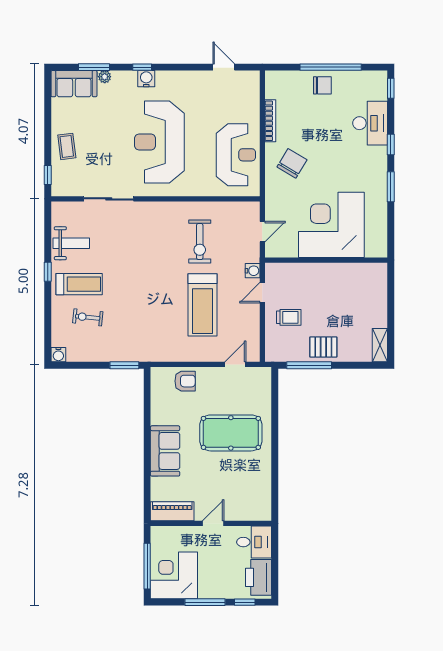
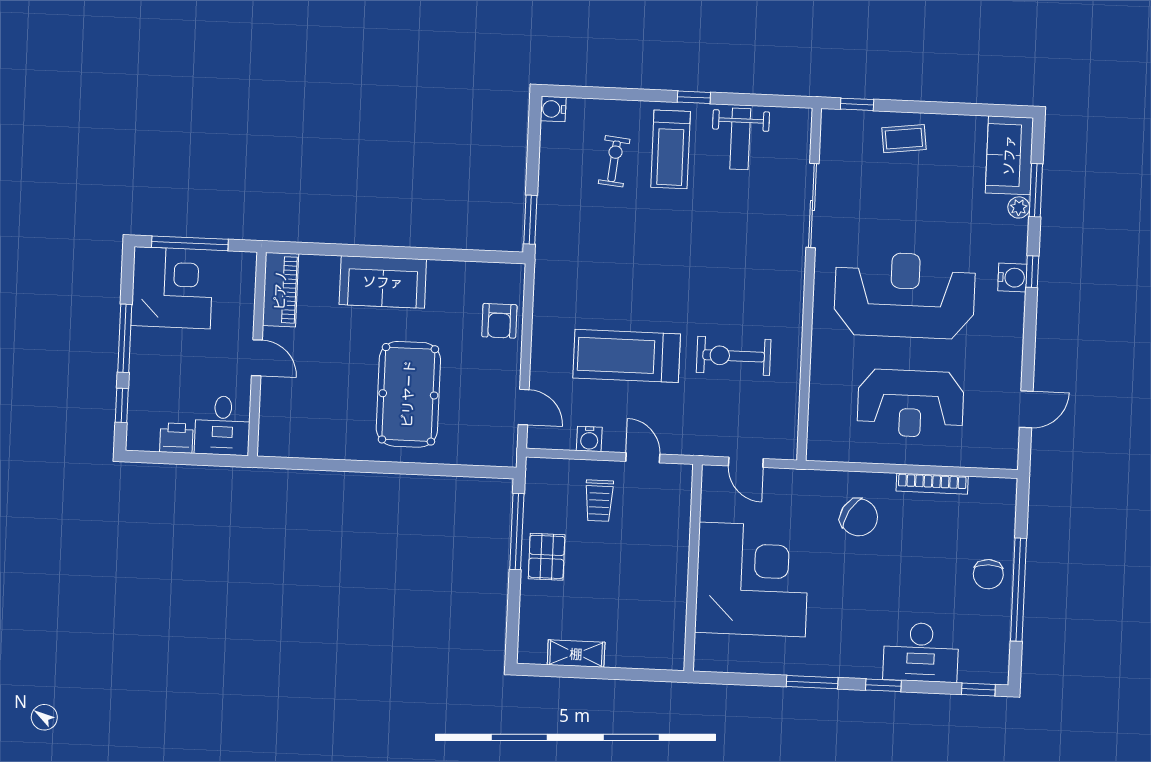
reception desk: (236, 155) -> (911, 403), moved
water cooler: (253, 271) -> (589, 439), moved
shelving: (380, 345) -> (576, 654), moved
printer: (259, 577) -> (176, 438), width x0.53, depth x0.68

